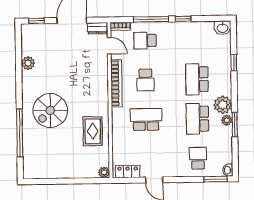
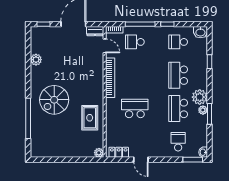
school desk: (146, 80) -> (178, 42), moved, turned 90

